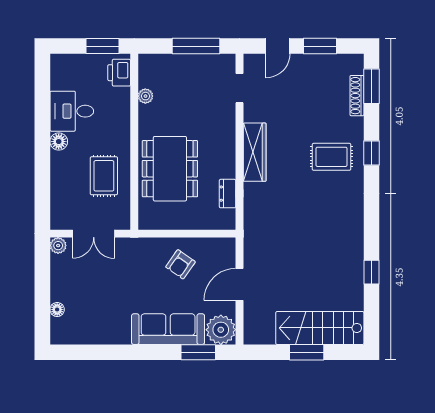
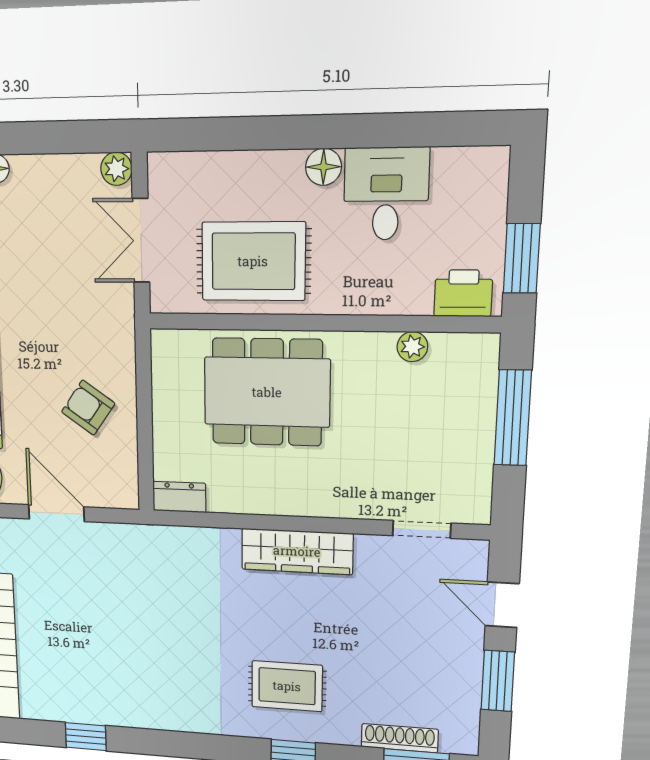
window: (196, 46) -> (513, 418), moved
rug: (332, 157) -> (287, 686), turned 90
rug: (104, 176) -> (253, 261), width x1.36, depth x1.43
dresser: (228, 194) -> (179, 497), moved

